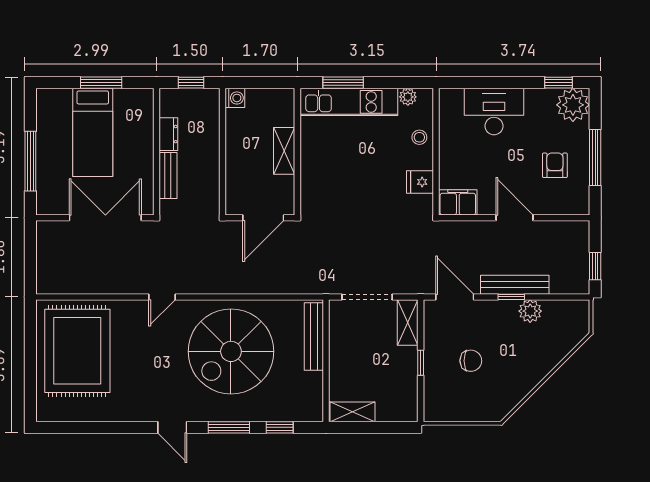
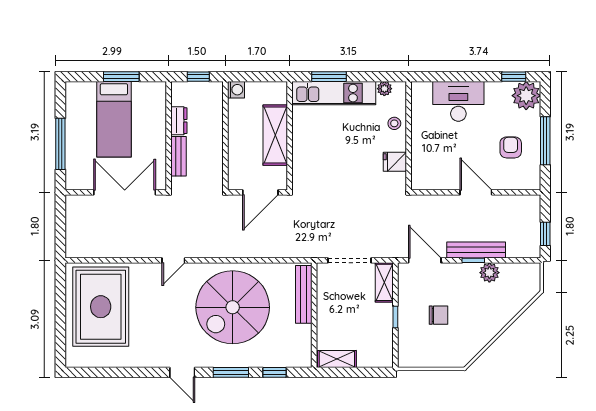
shelving: (284, 151) -> (275, 135), width x1.50, depth x1.33
filing cabinet: (458, 202) -> (427, 179), removed

